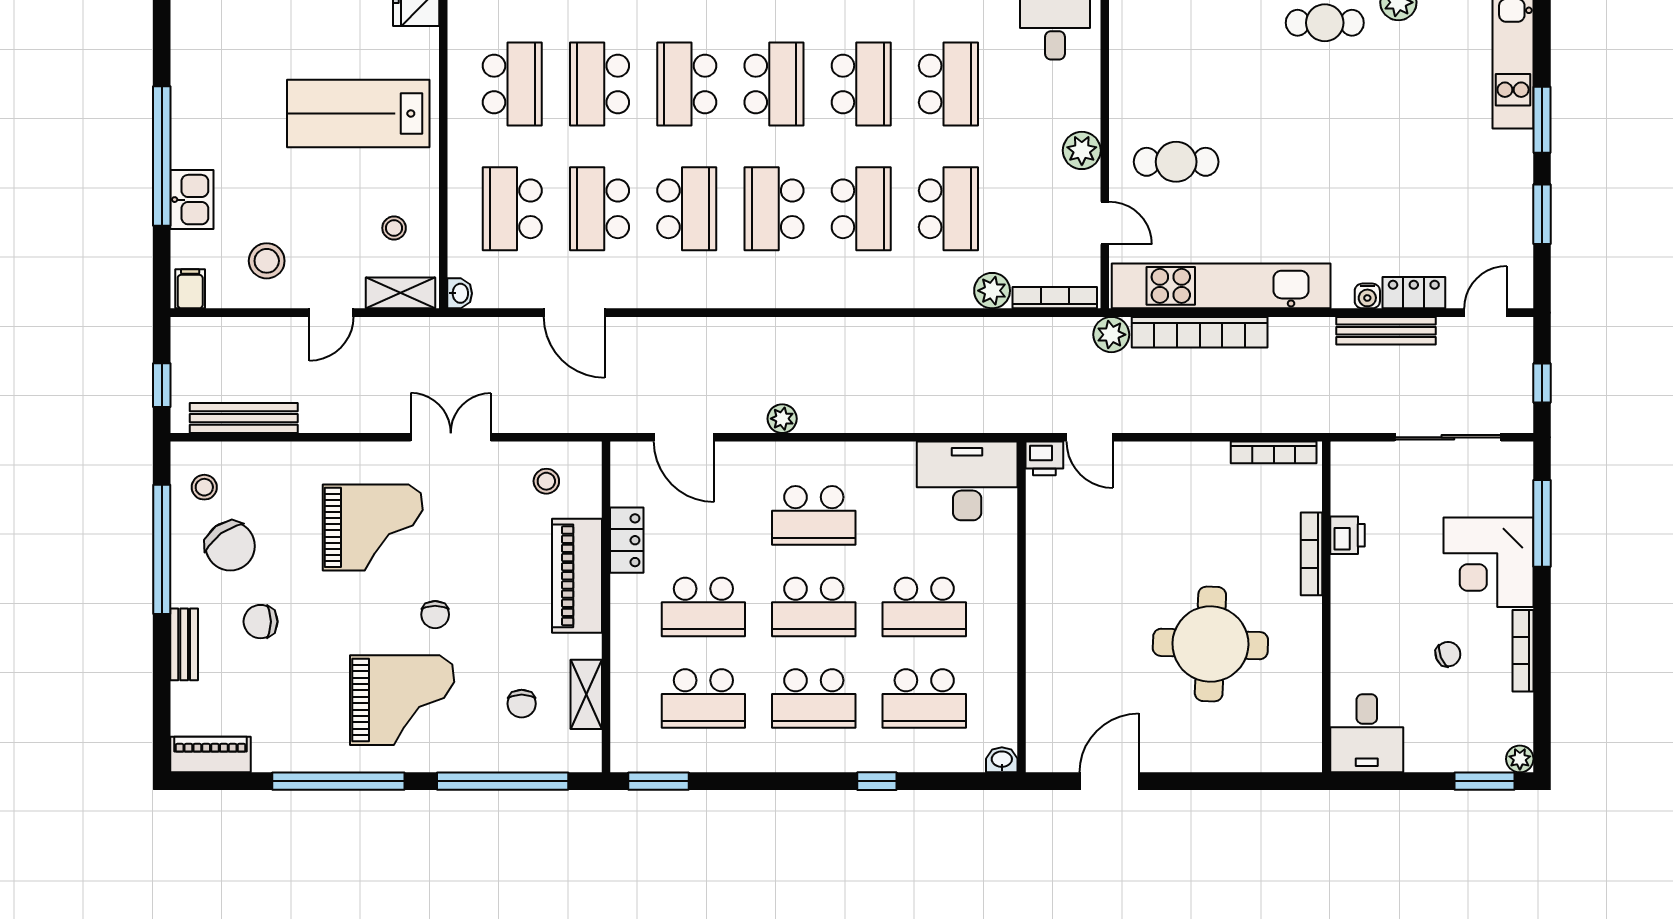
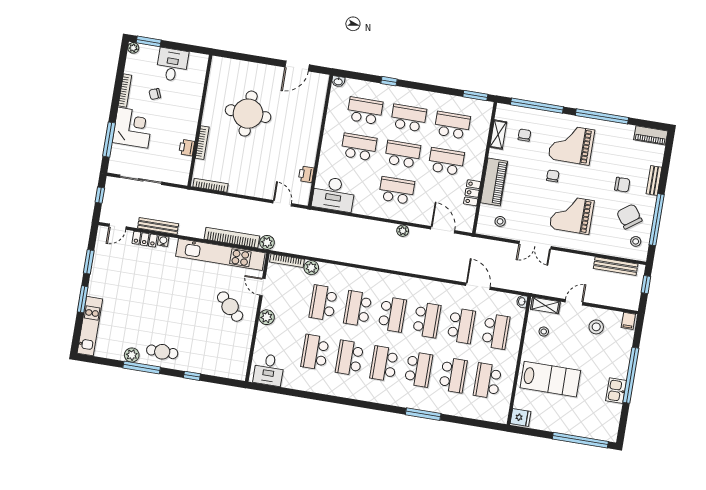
cafe table: (1176, 162) -> (230, 307), turned 44
kitchen sink: (192, 200) -> (616, 391), moved
school desk: (687, 209) -> (427, 320), turned 180
printer: (1044, 458) -> (306, 174), moved, turned -90
desk: (1367, 733) -> (172, 65), moved

